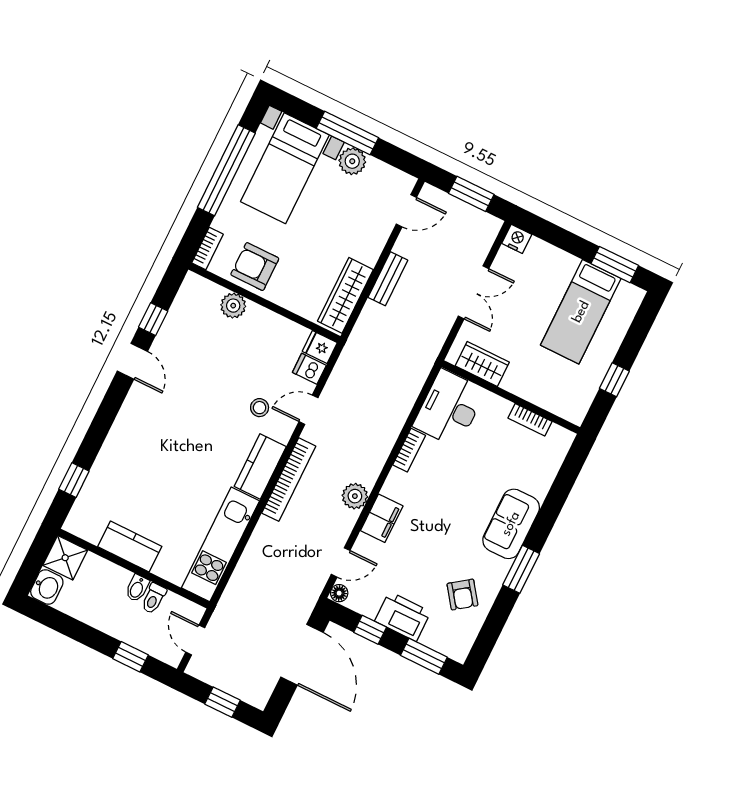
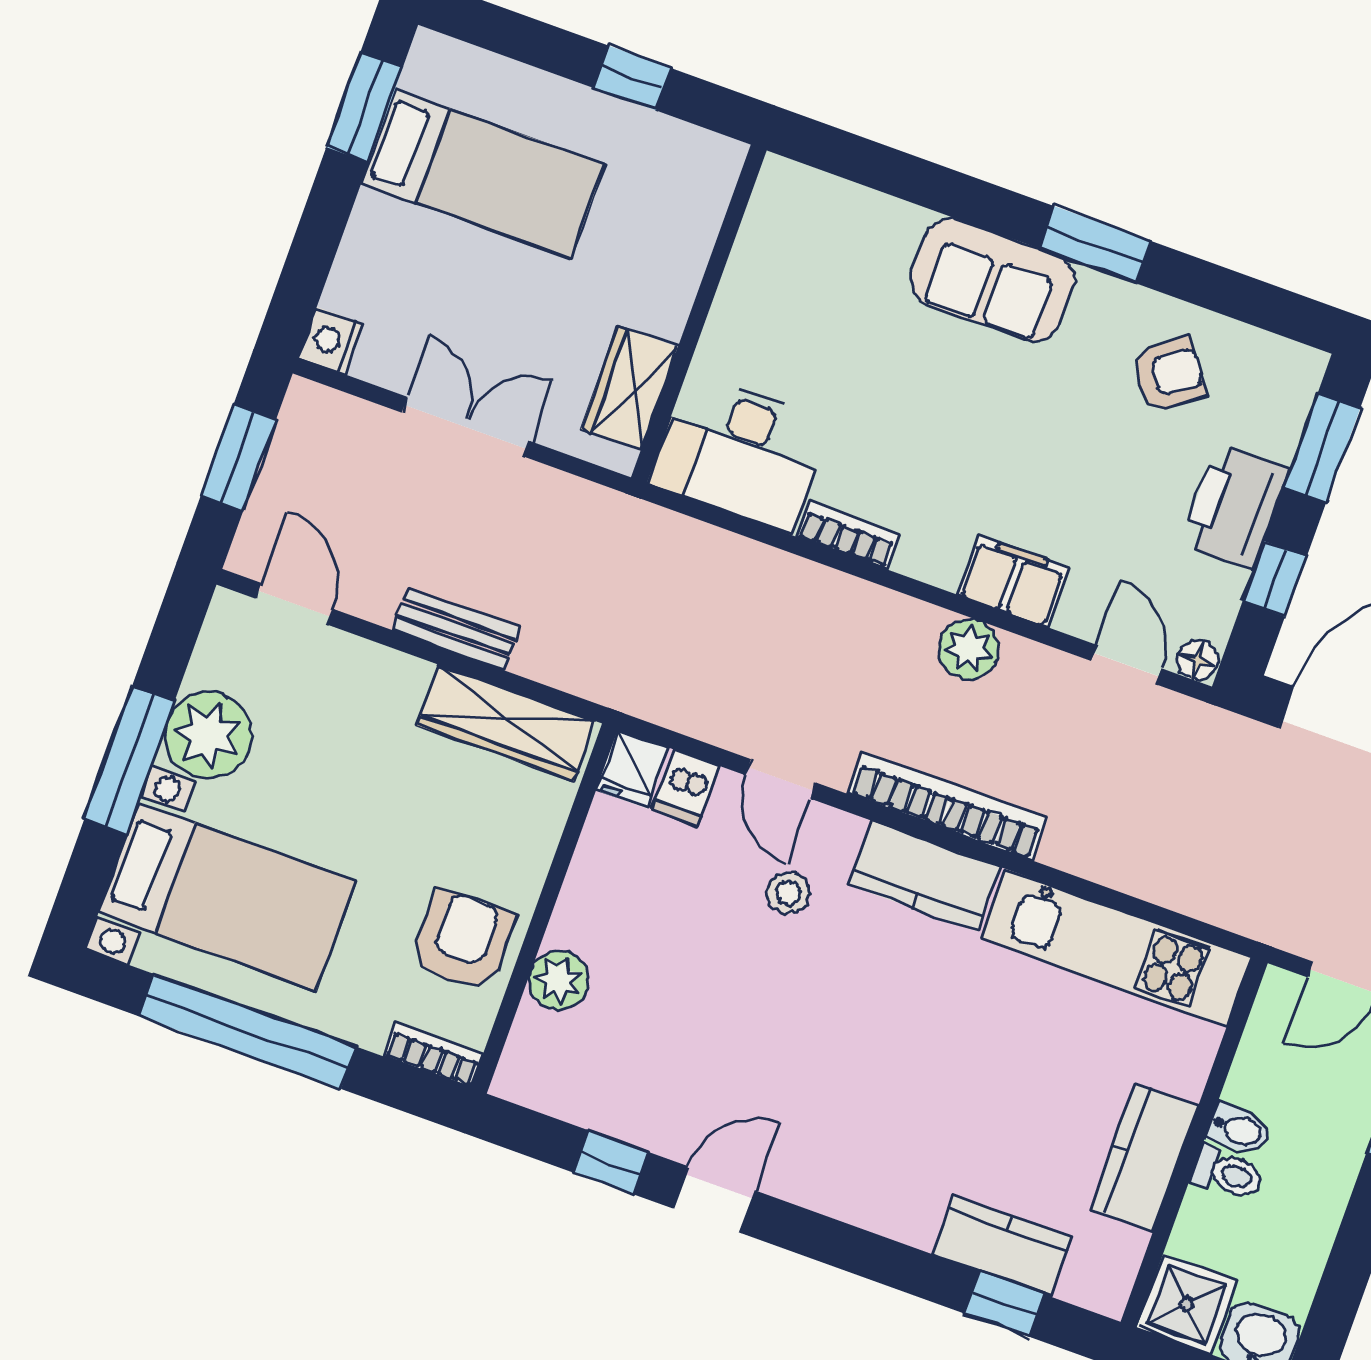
plant: (352, 161) -> (208, 735), width x1.36, depth x1.36
armchair: (255, 267) -> (463, 940), turned 180
bookcase: (530, 420) -> (746, 263), removed
kitchen counter: (99, 482) -> (1002, 1246), added
toilet: (154, 598) -> (1228, 1173), moved

